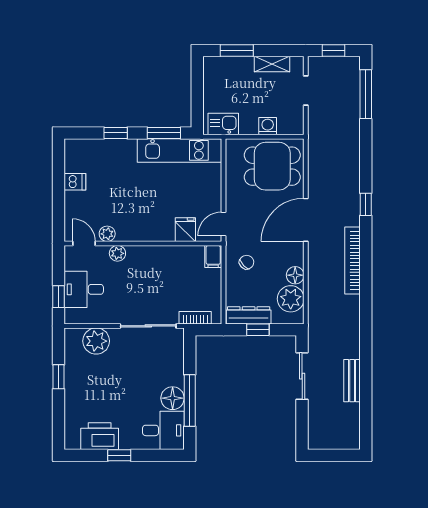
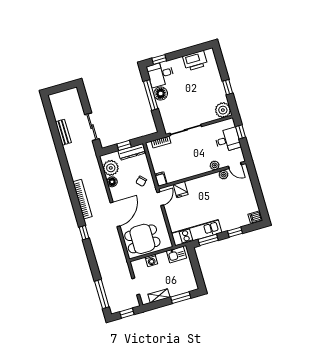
dishwasher: (75, 182) -> (255, 217), moved
plant: (96, 341) -> (223, 110), moved
window: (119, 455) -> (159, 60), moved

